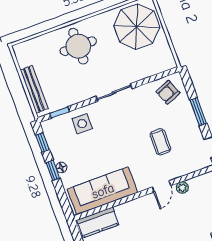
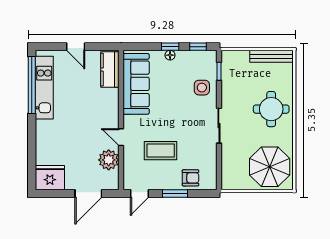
bench: (34, 89) -> (272, 56), moved
armchair: (168, 92) -> (191, 178), moved, turned 112
coffee table: (160, 142) -> (161, 151), width x1.36, depth x1.30
plant: (182, 188) -> (109, 160), width x1.88, depth x1.88

